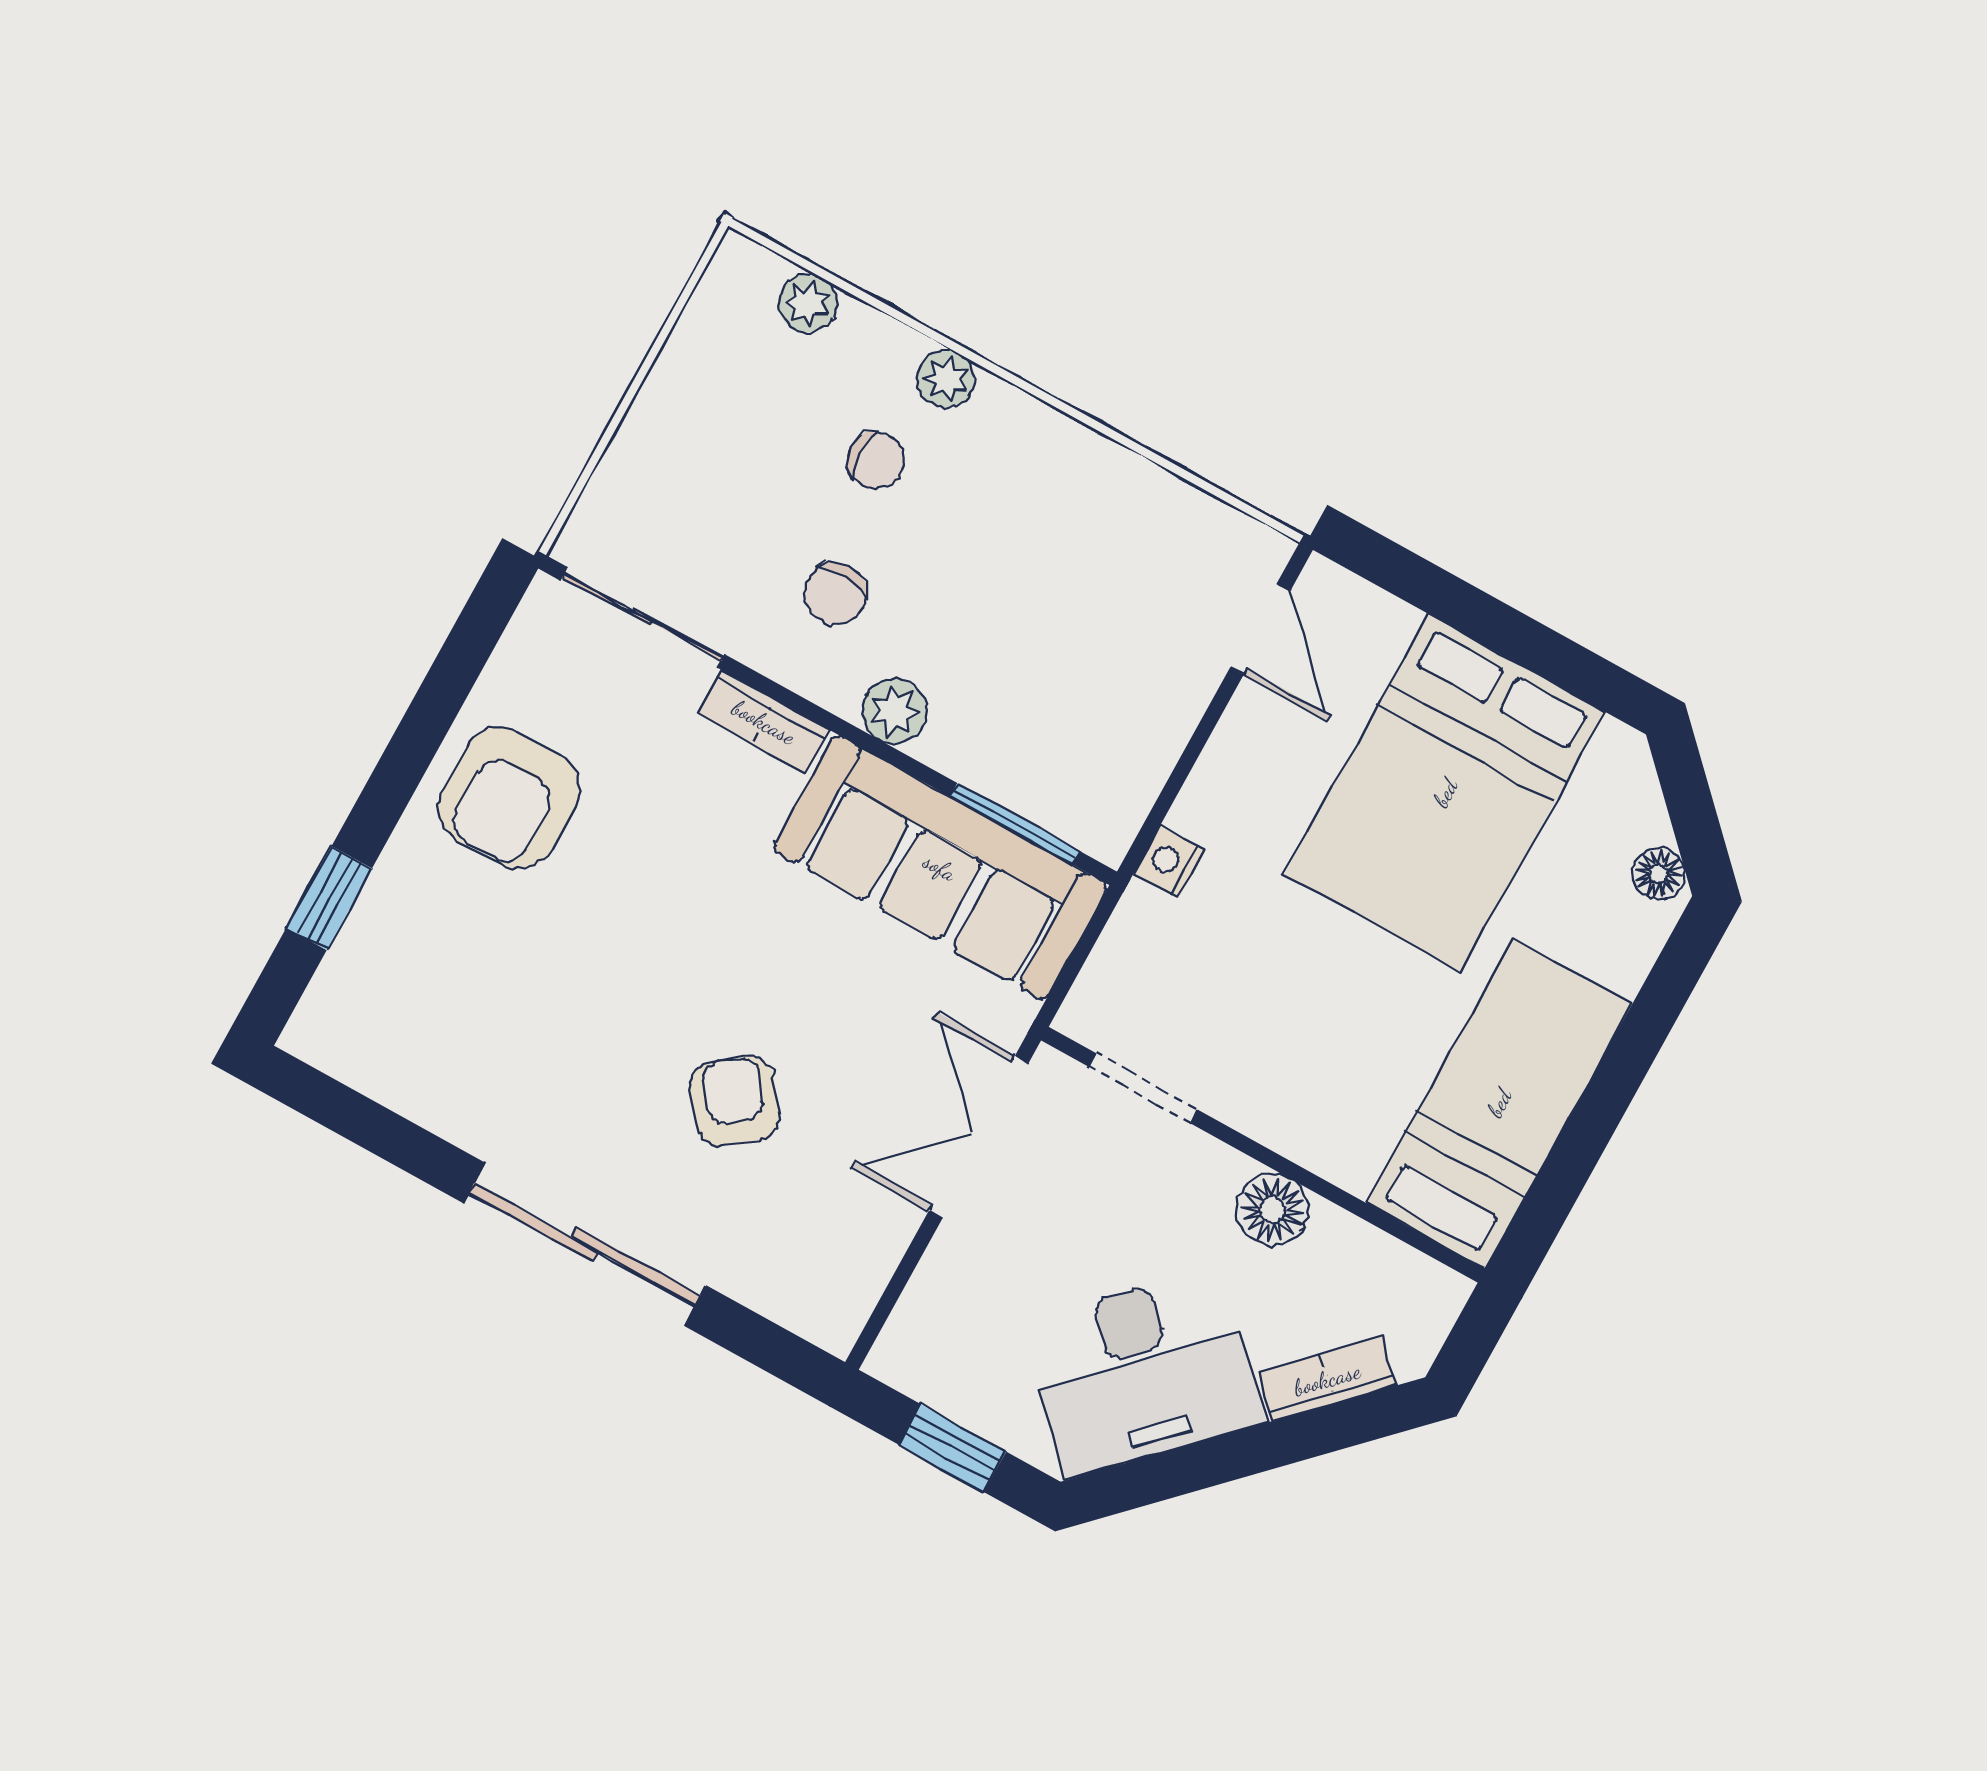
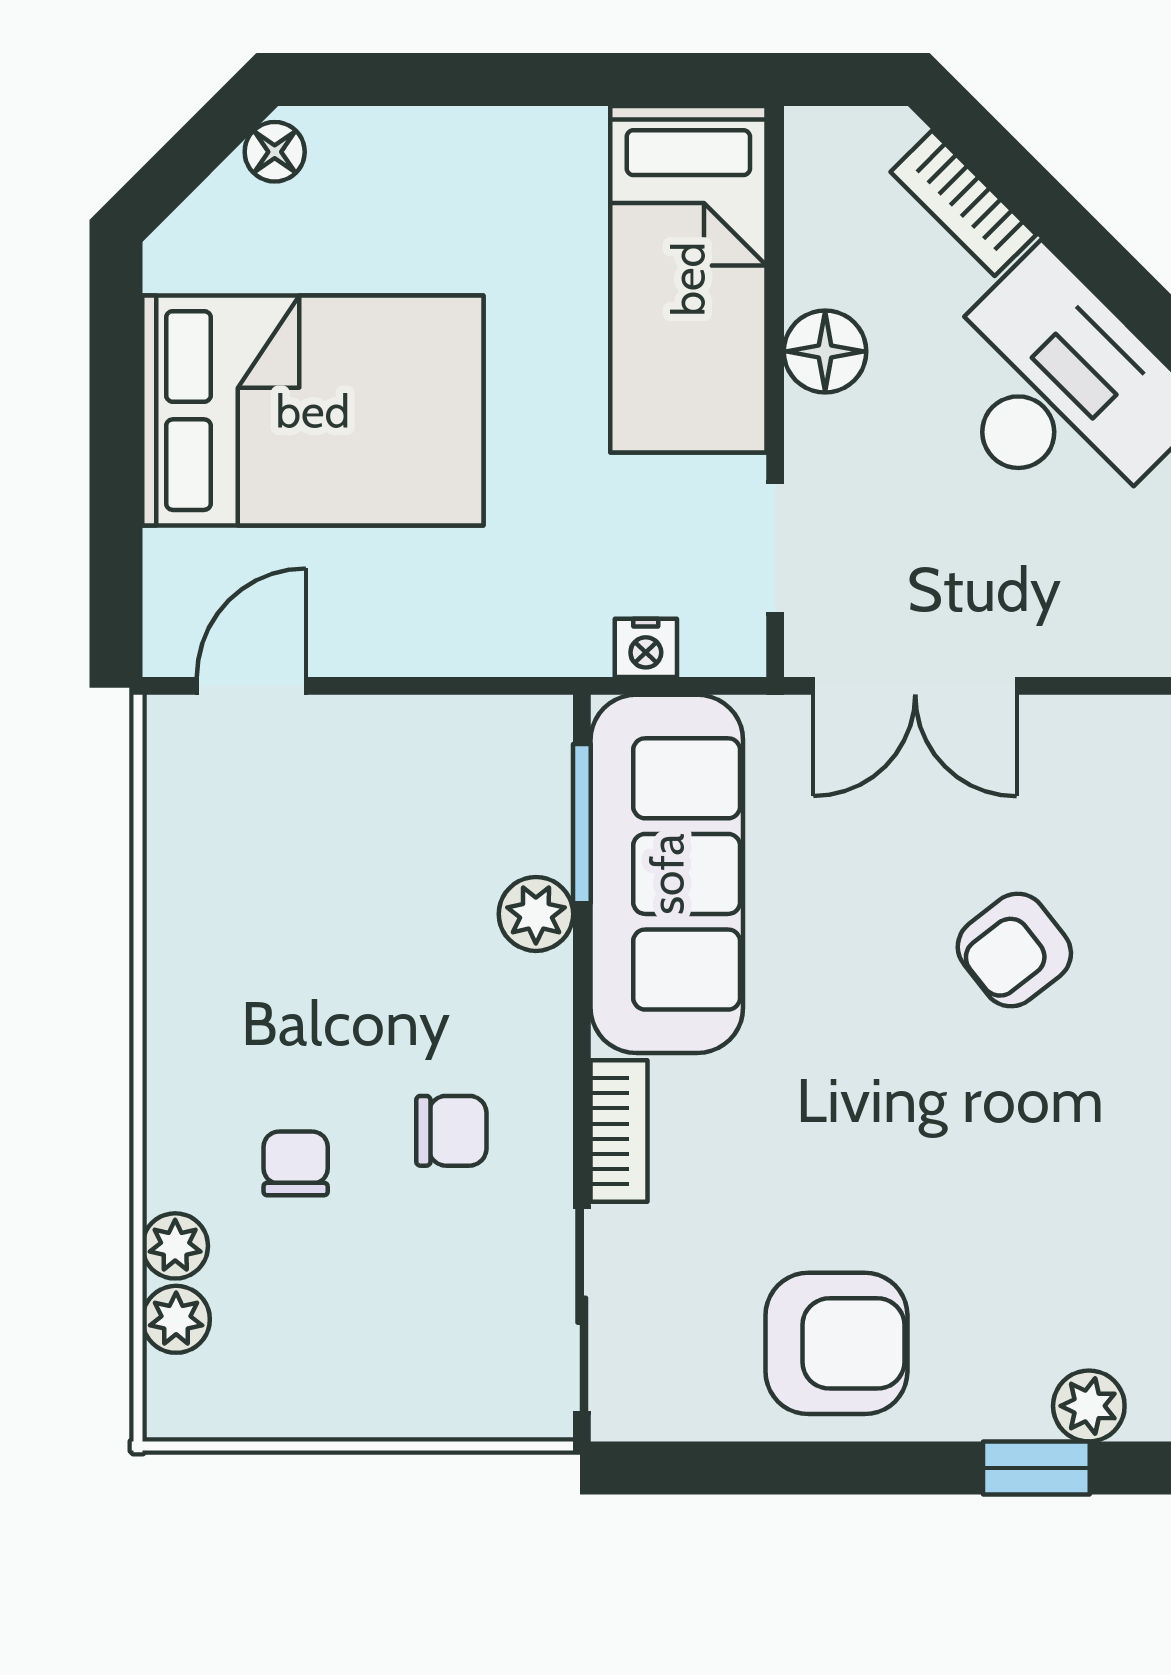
plant: (946, 379) -> (175, 1246), moved
plant: (895, 711) -> (536, 914), moved
nightstand: (1169, 862) -> (646, 648), moved
plant: (354, 965) -> (1089, 1406), added
bed: (1499, 1103) -> (688, 279), moved, turned -90

